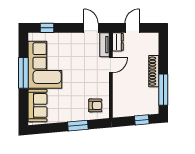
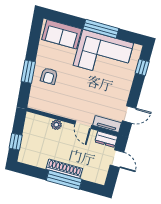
plant: (117, 89) -> (56, 125), added
window: (163, 90) -> (64, 180), moved
armchair: (95, 105) -> (49, 76), moved

